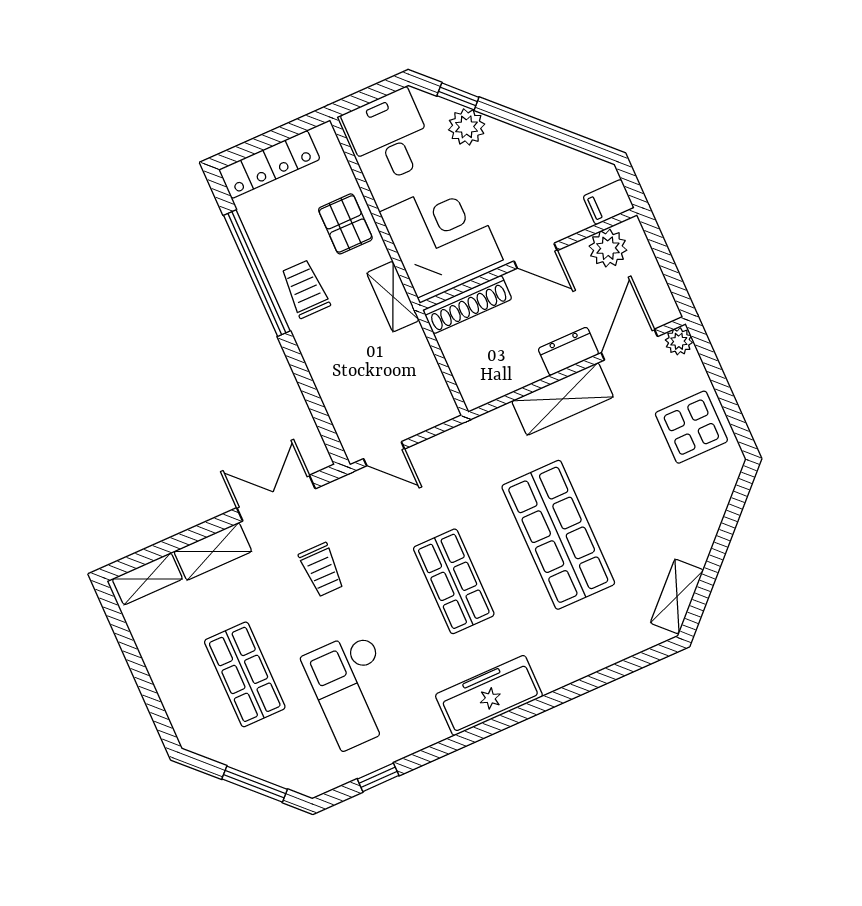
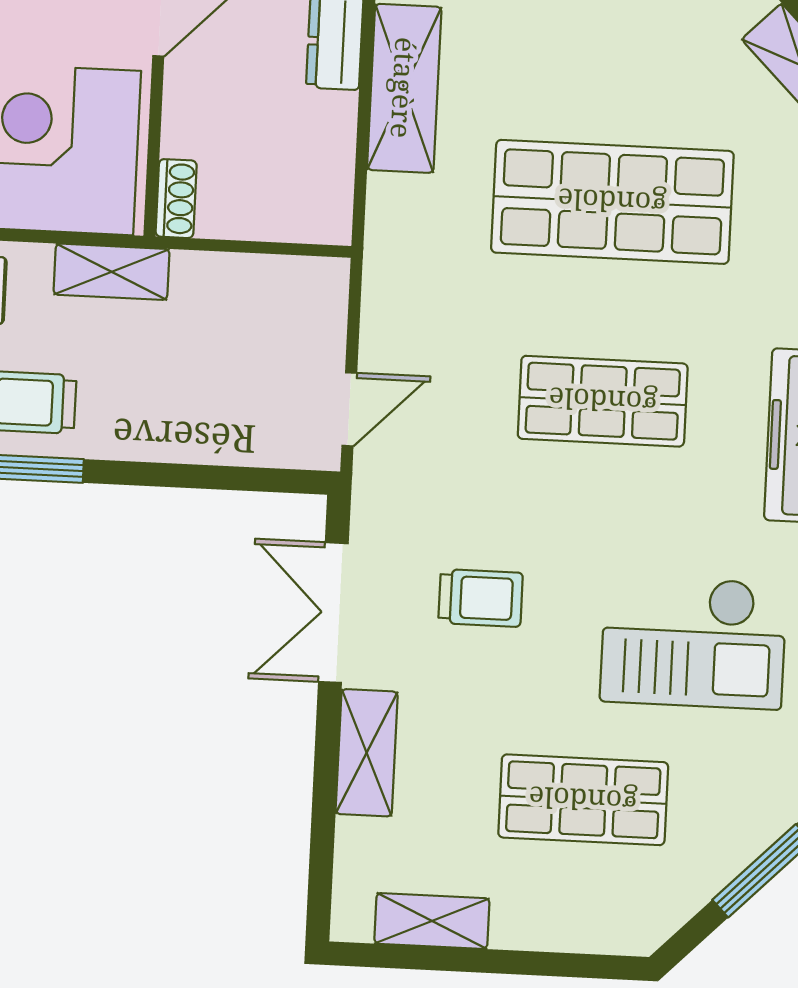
shoe rack: (467, 304) -> (176, 199), width x0.51, depth x0.81
shelving: (147, 579) -> (432, 921), moved, turned 90

